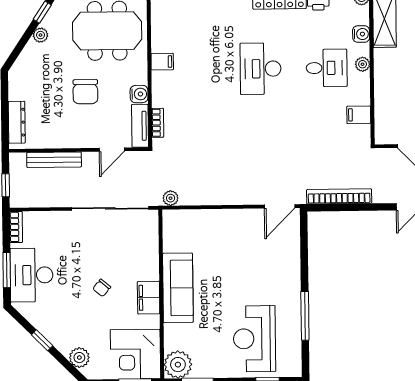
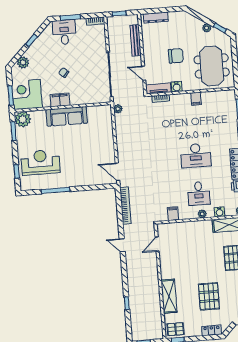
desk: (261, 69) -> (196, 155), turned 180
chair: (85, 92) -> (176, 56), turned 180
desk: (32, 275) -> (64, 32), width x0.73

